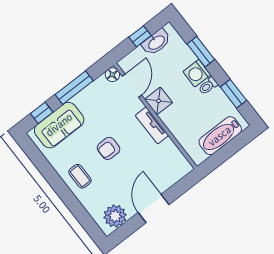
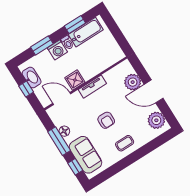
floor lamp: (112, 75) -> (64, 131), moved
bathtub: (220, 136) -> (86, 32), moved, turned -90
plant: (163, 179) -> (133, 82), added

